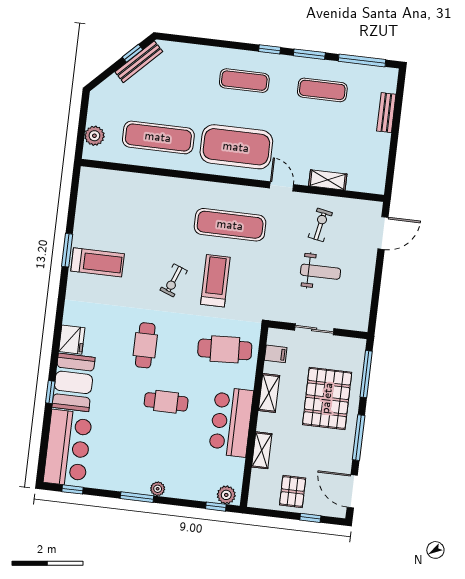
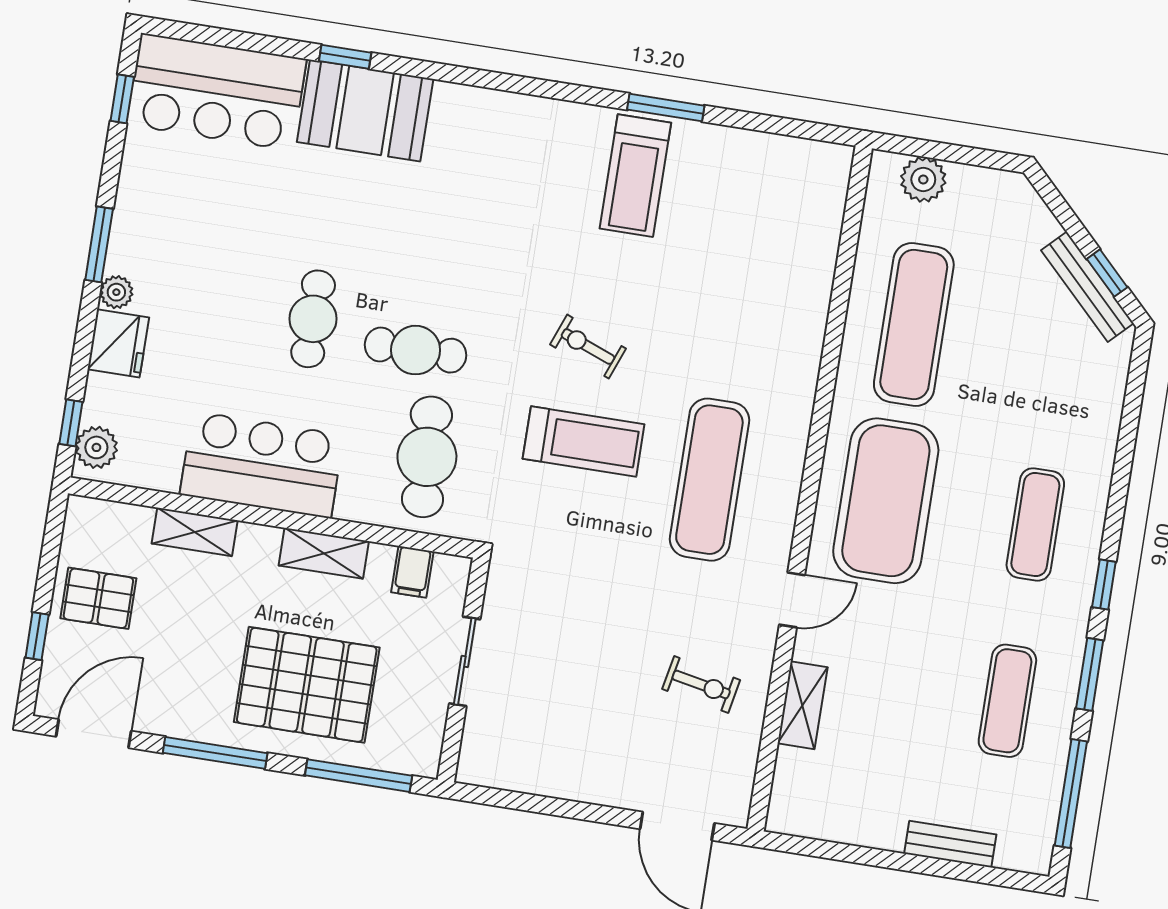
weight bench: (320, 272) -> (595, 681), removed
fridge: (72, 340) -> (118, 343), moved, turned -90
cafe table: (145, 345) -> (416, 350), moved

